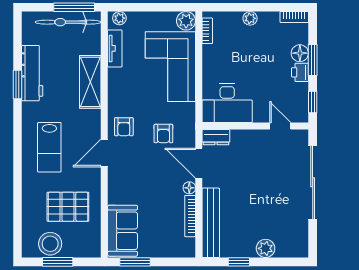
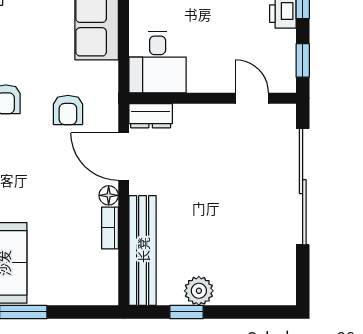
desk: (227, 103) -> (158, 62), width x0.73
bookcase: (190, 216) -> (110, 228), width x0.64
plant: (266, 248) -> (199, 291), moved

